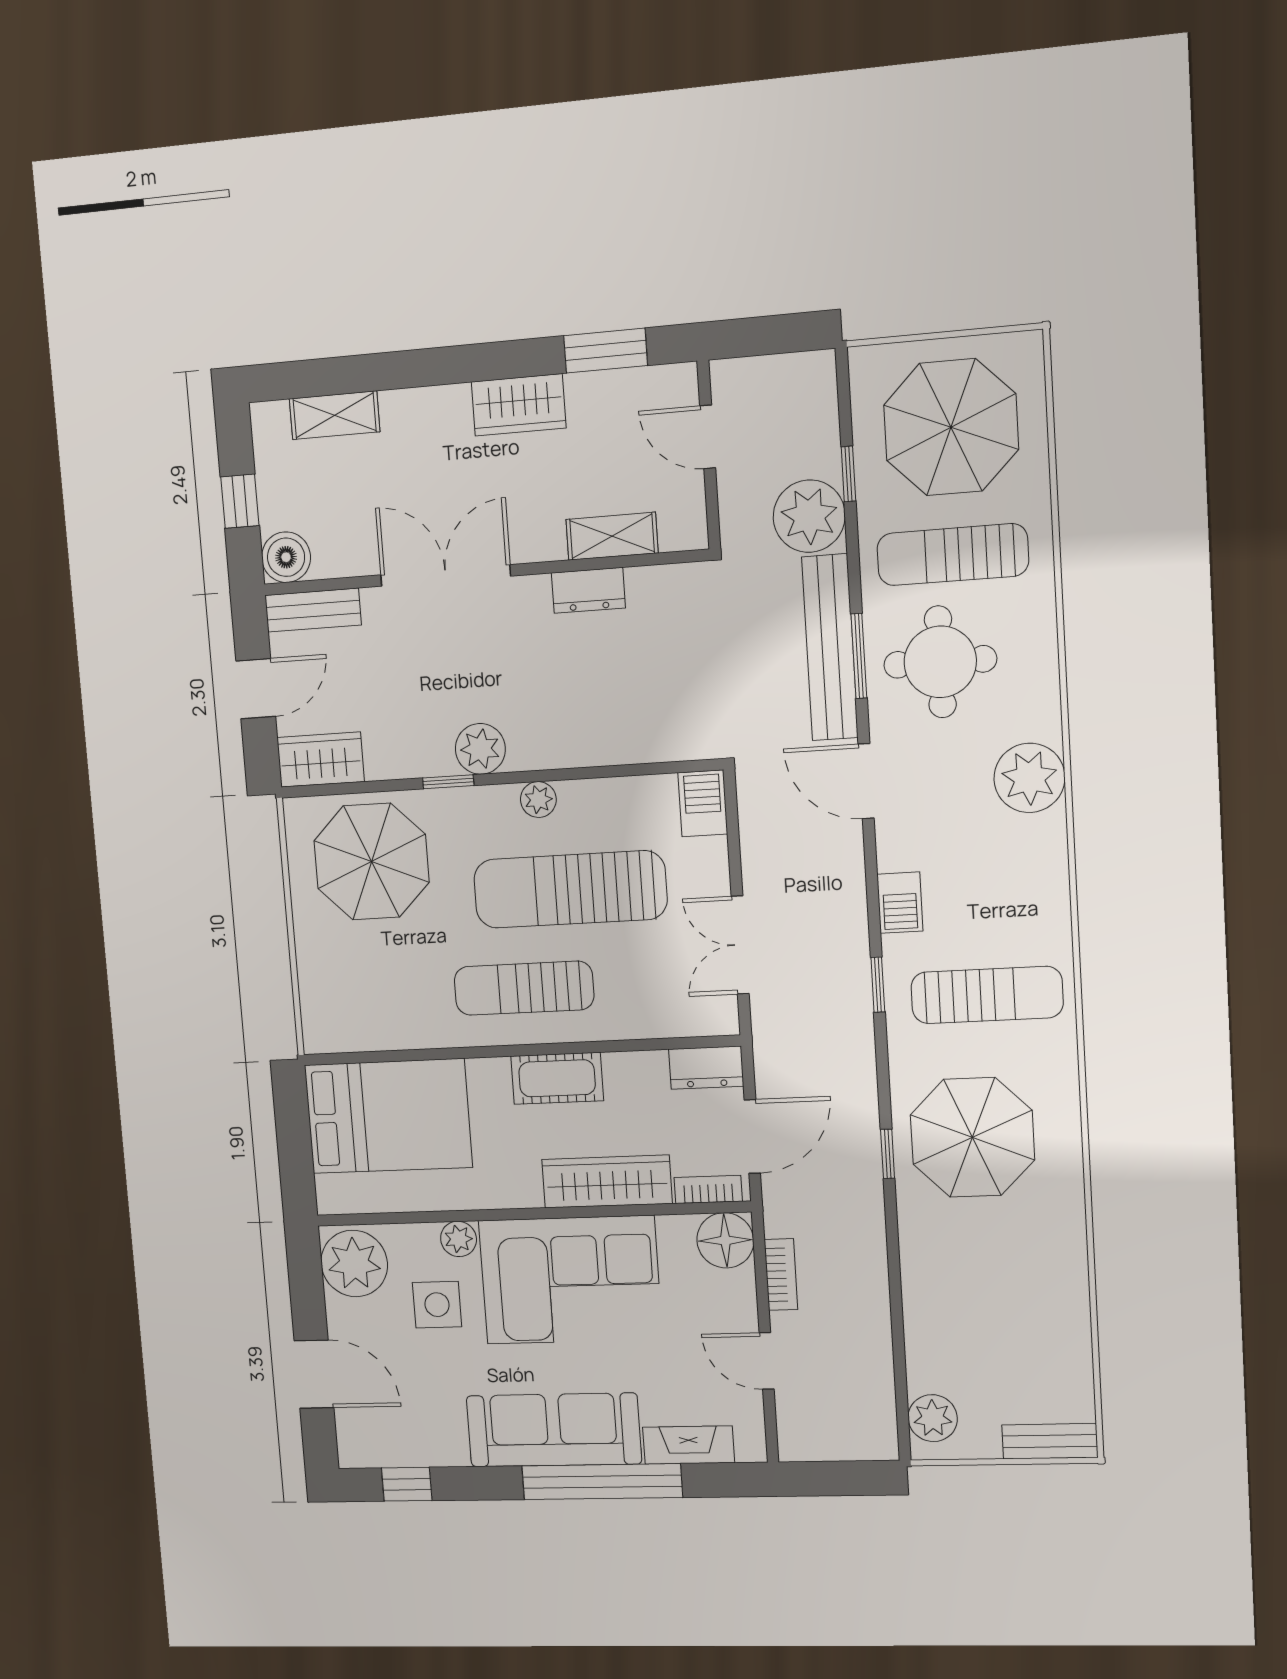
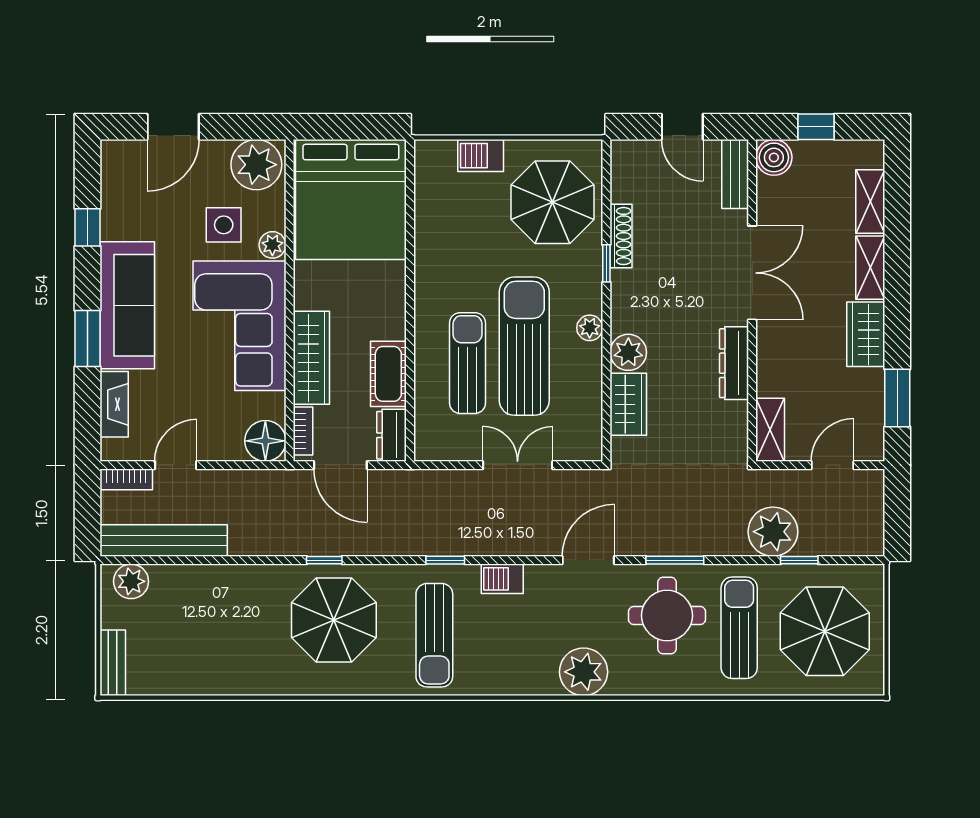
shelving: (425, 407) -> (870, 268), added
shelving: (612, 536) -> (770, 430), moved
dresser: (588, 590) -> (734, 363), width x1.44
bench: (830, 647) -> (164, 541), moved
plant: (480, 749) -> (628, 352), moved
wardrobe: (321, 760) -> (628, 404), moved
shoe rack: (410, 764) -> (621, 236), added
barbecue: (703, 803) -> (481, 156), moved, turned 180
double door: (740, 945) -> (518, 465), moved
sun lounger: (524, 988) -> (467, 363), moved
cot: (557, 1078) -> (388, 374), moved
bed: (388, 1116) -> (351, 199), width x1.36
bookcase: (781, 1275) -> (126, 479), moved
window: (602, 1482) -> (87, 338), width x0.47
window: (407, 1484) -> (87, 227), moved

